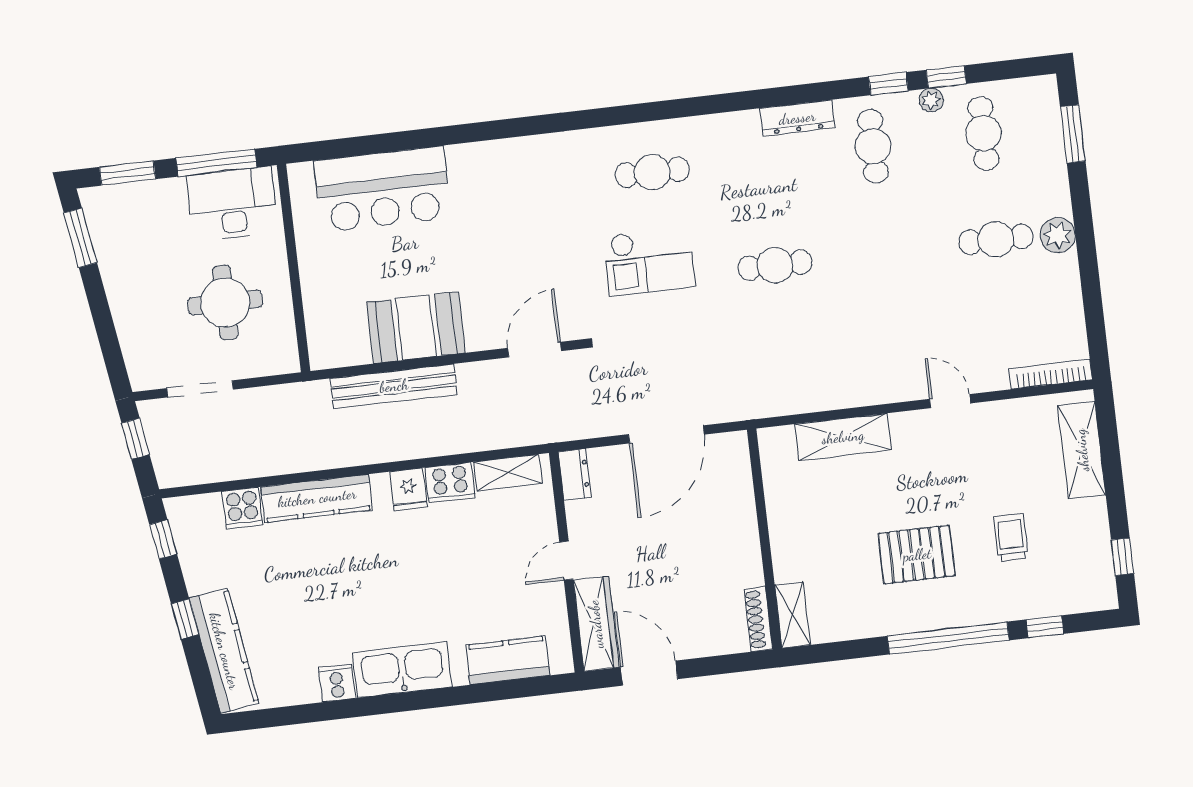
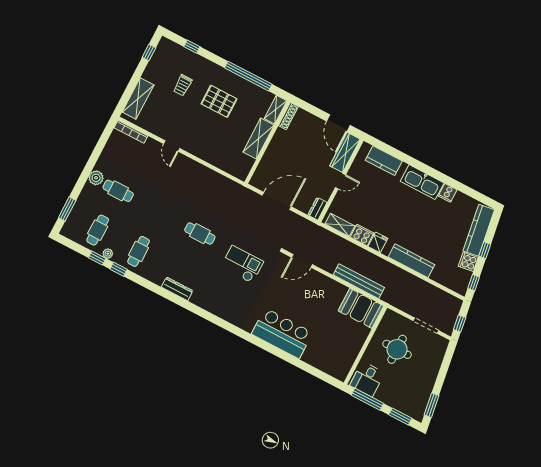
dresser: (797, 118) -> (177, 289), moved
cafe table: (652, 172) -> (220, 294), removed
bar counter: (383, 189) -> (282, 333), moved
desk: (232, 204) -> (367, 379), width x0.73
booth: (416, 328) -> (361, 308), moved
shelving: (843, 437) -> (259, 139), moved, turned 90
cooker: (242, 508) -> (468, 262), moved, turned -99
window: (948, 638) -> (248, 76), moved

